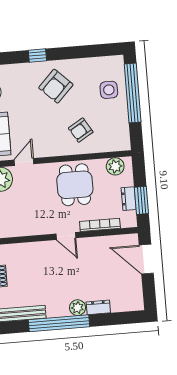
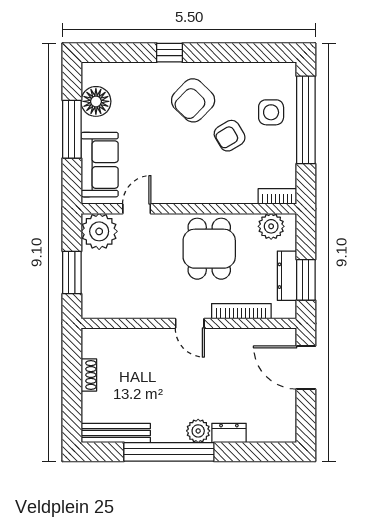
armchair: (81, 130) -> (230, 136), moved
bookcase: (118, 146) -> (277, 196), added
dresser: (129, 199) -> (287, 276), width x1.44

